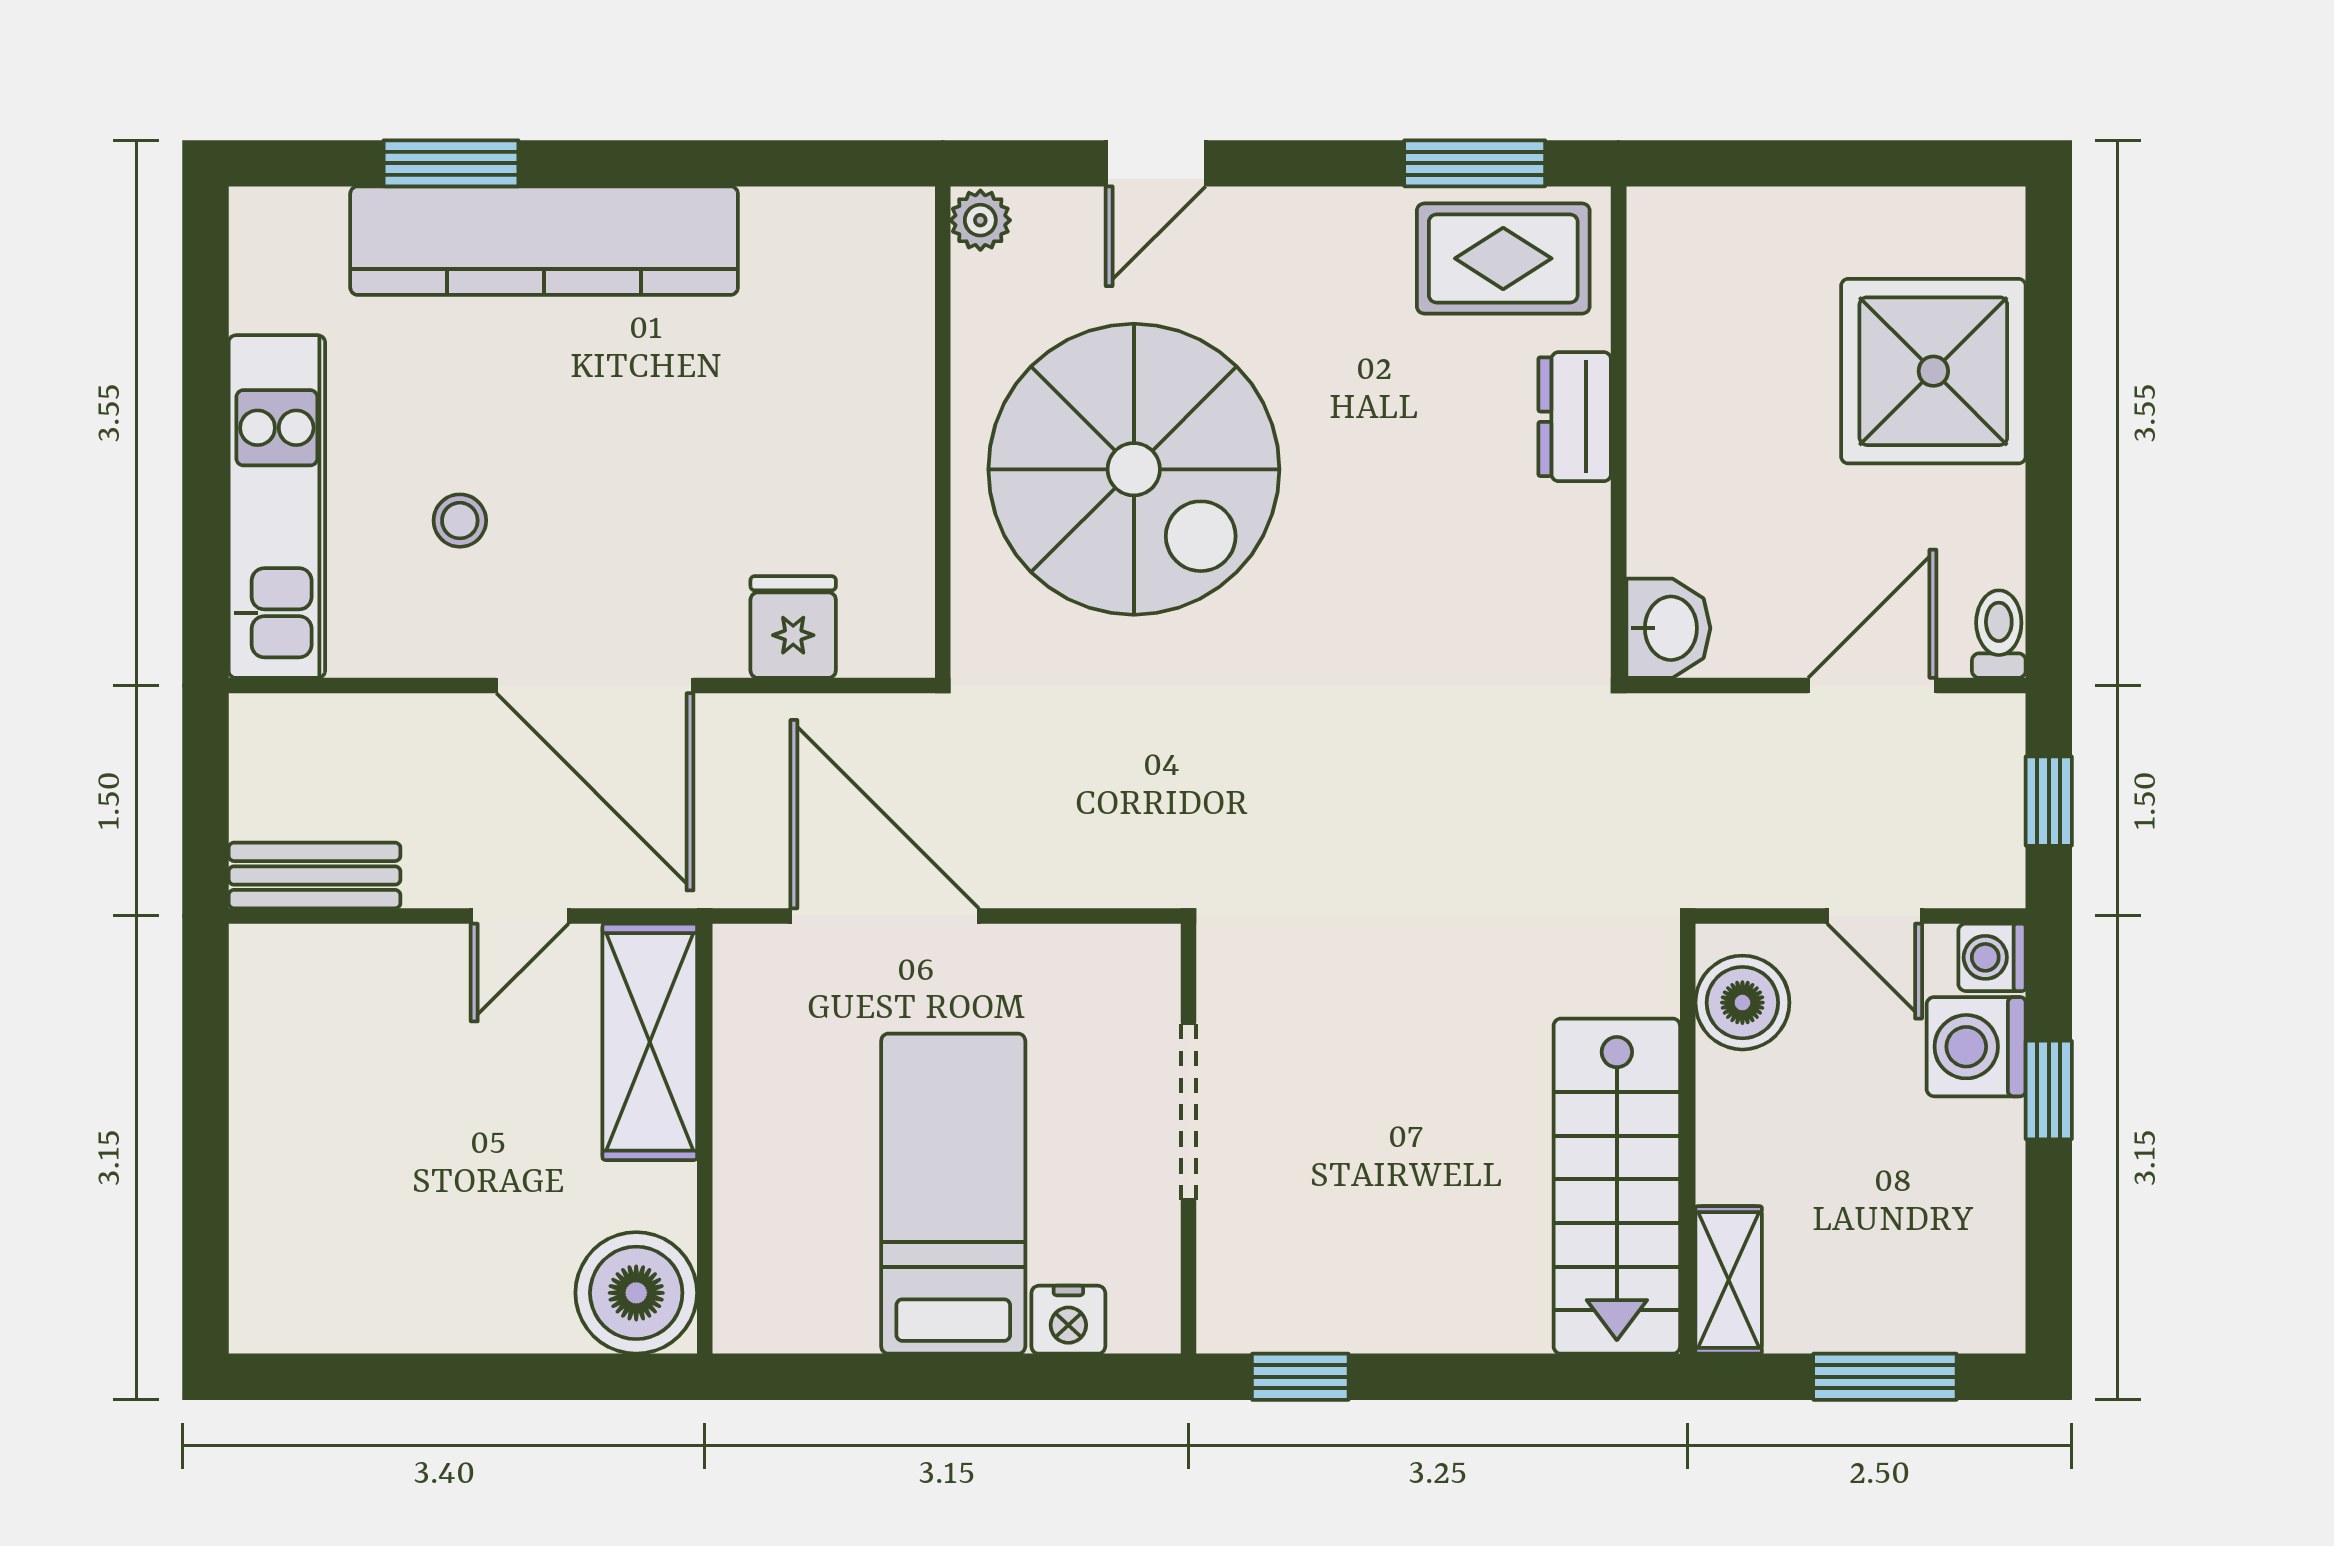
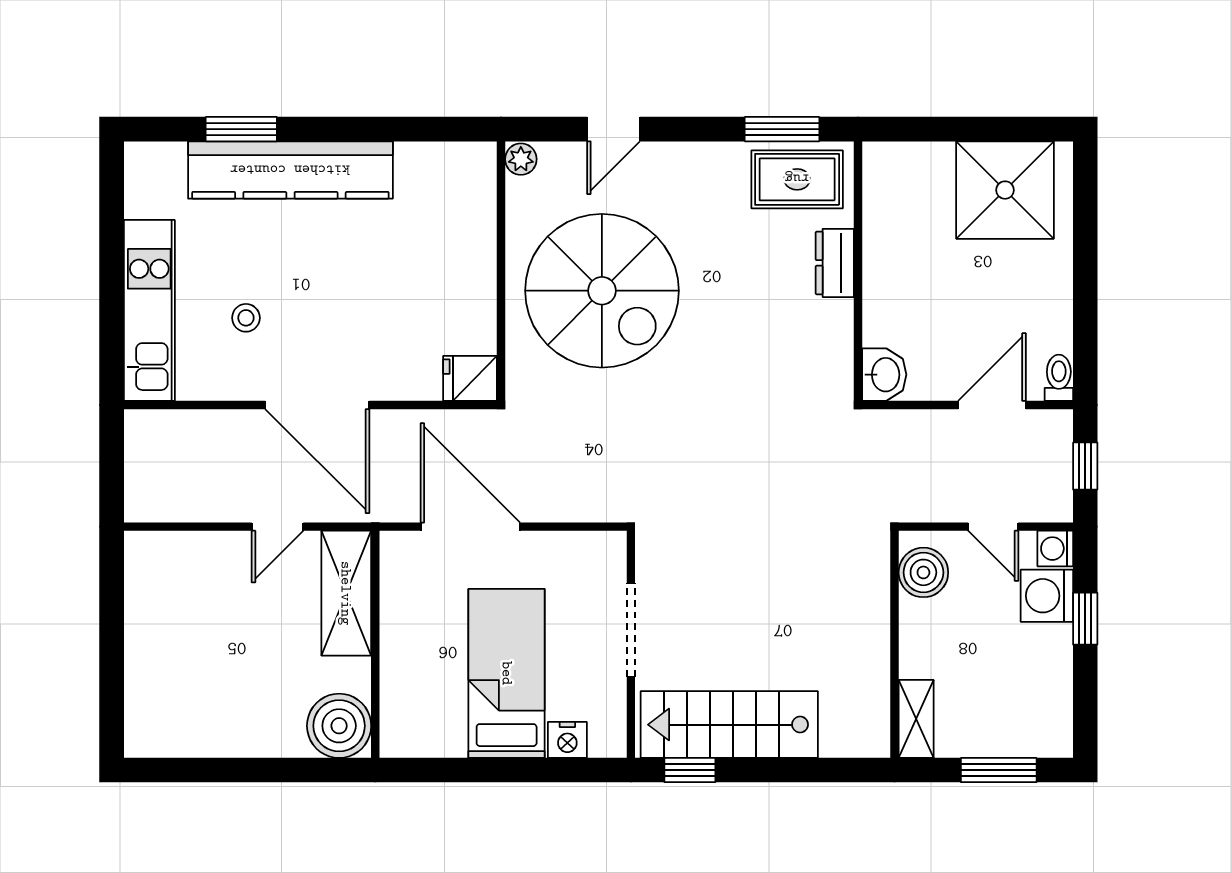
shower: (1933, 371) -> (1005, 190), moved
fridge: (793, 627) -> (470, 378), moved, turned -90
bench: (314, 875) -> (169, 505), removed
stairs: (1617, 1186) -> (729, 725), moved, turned 90

